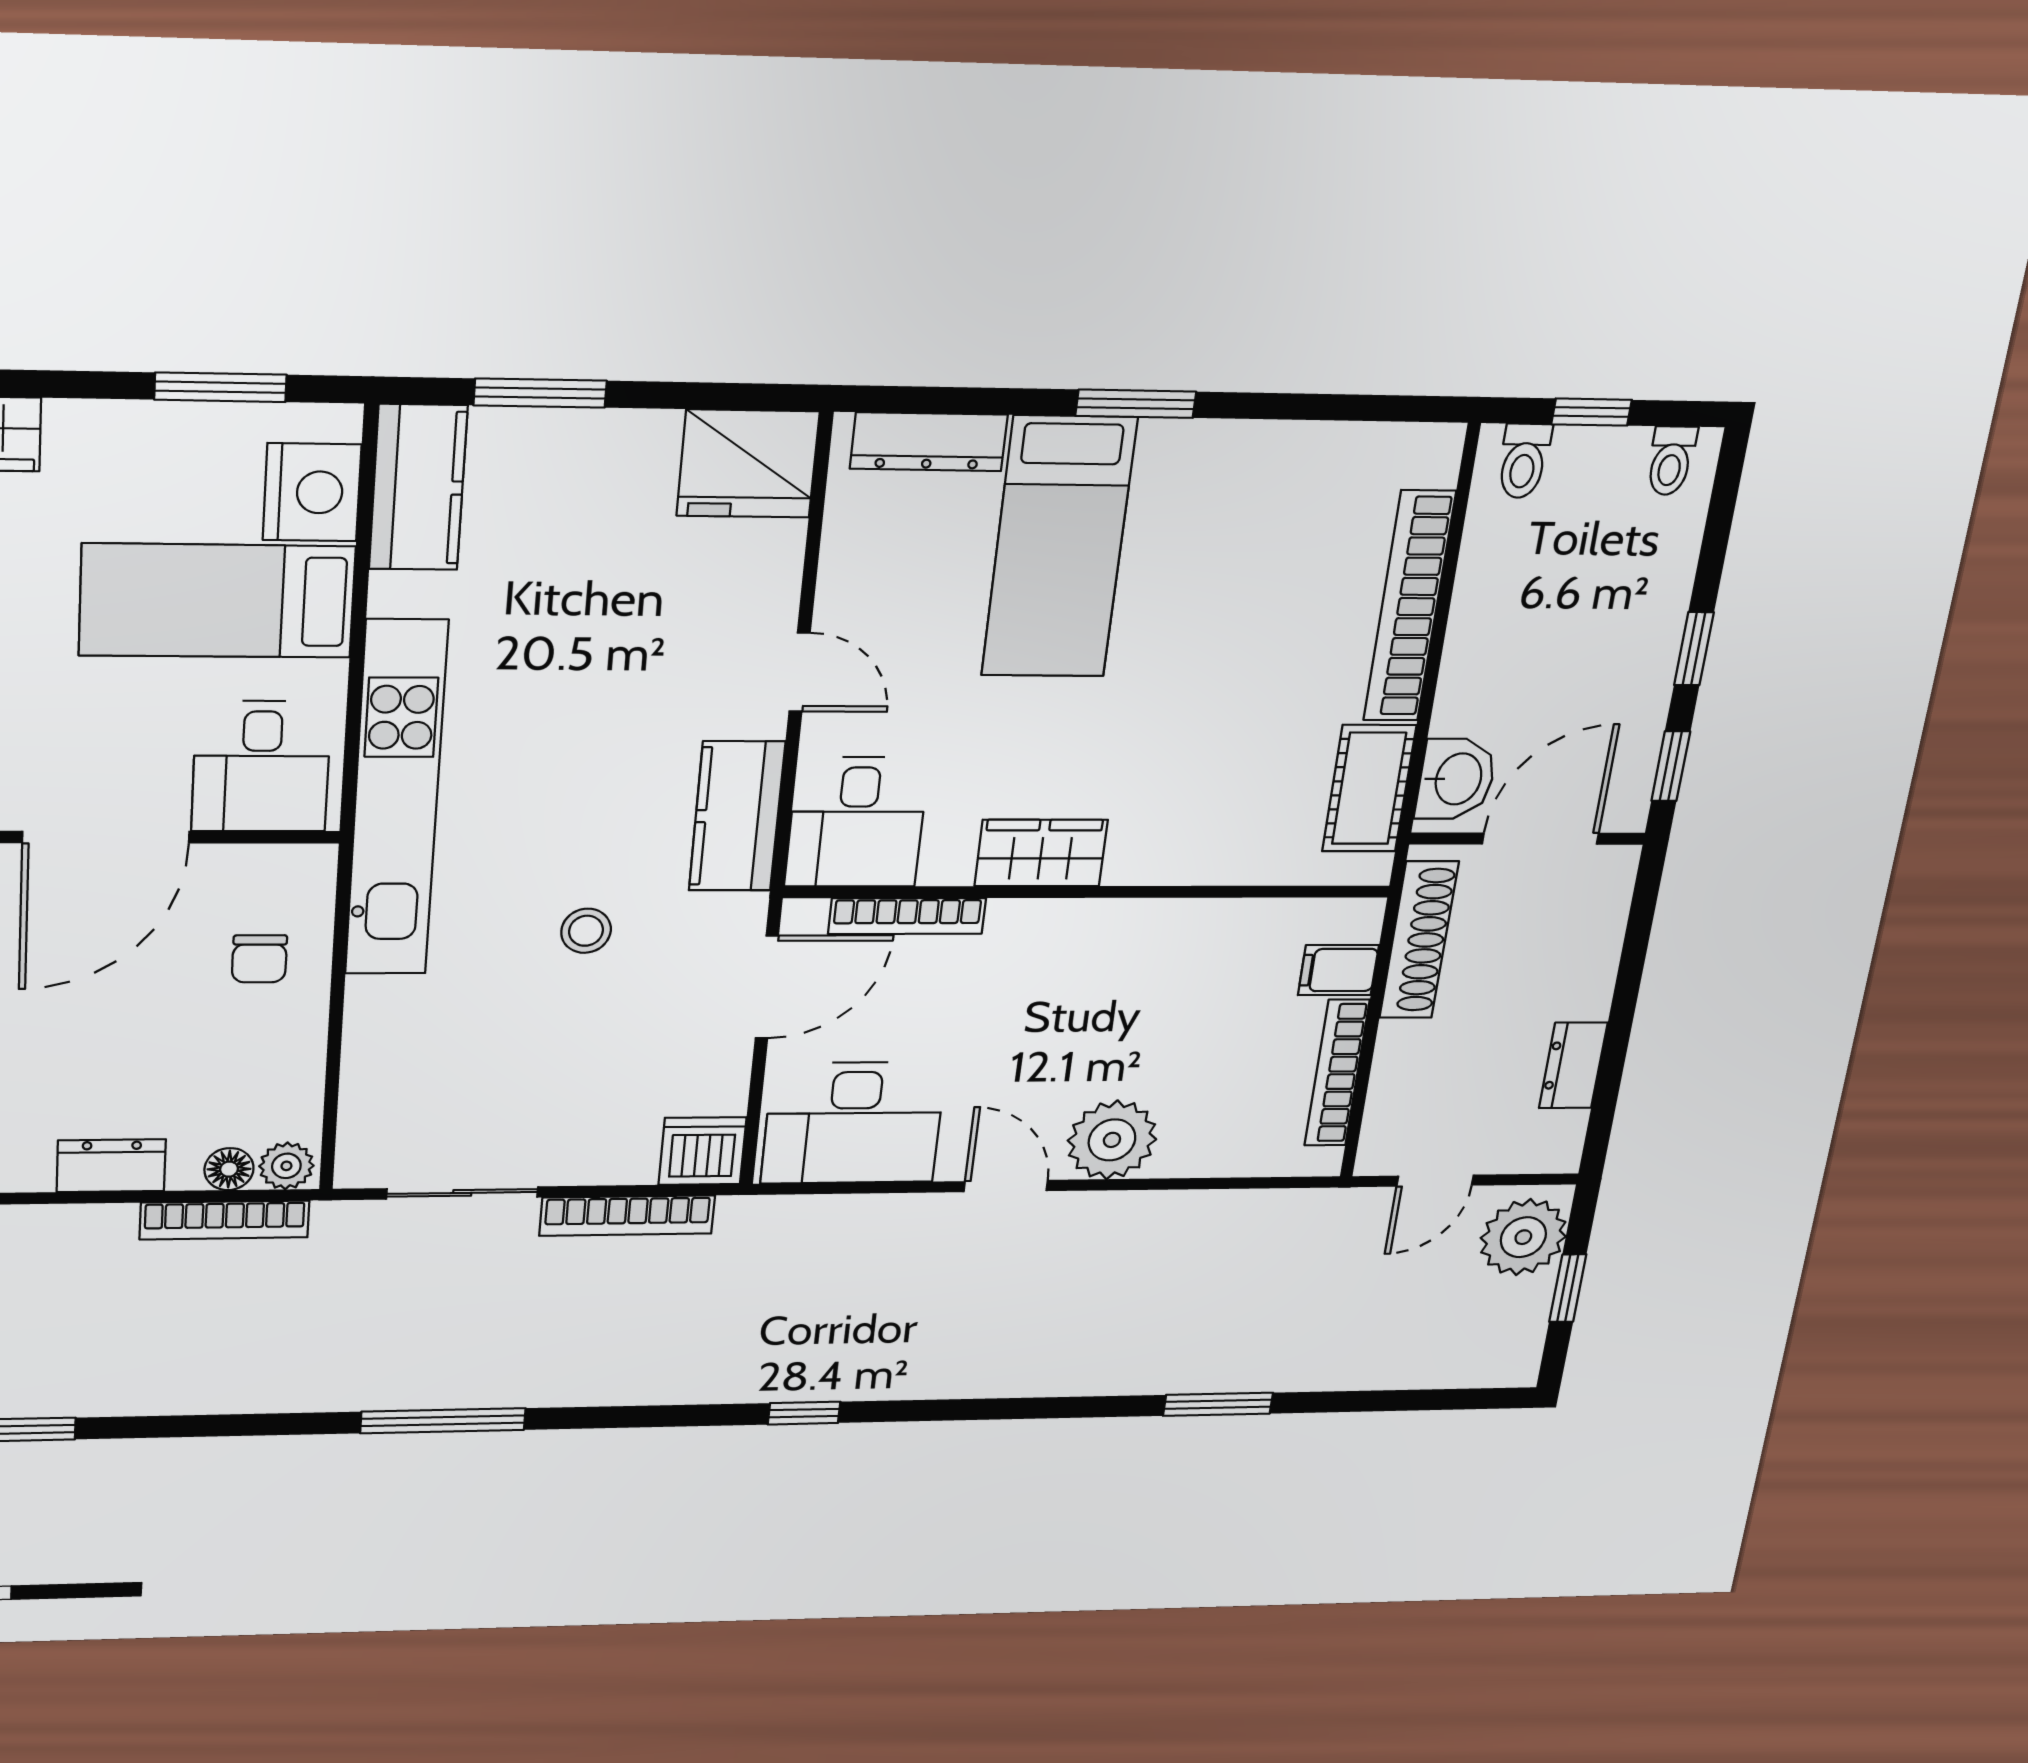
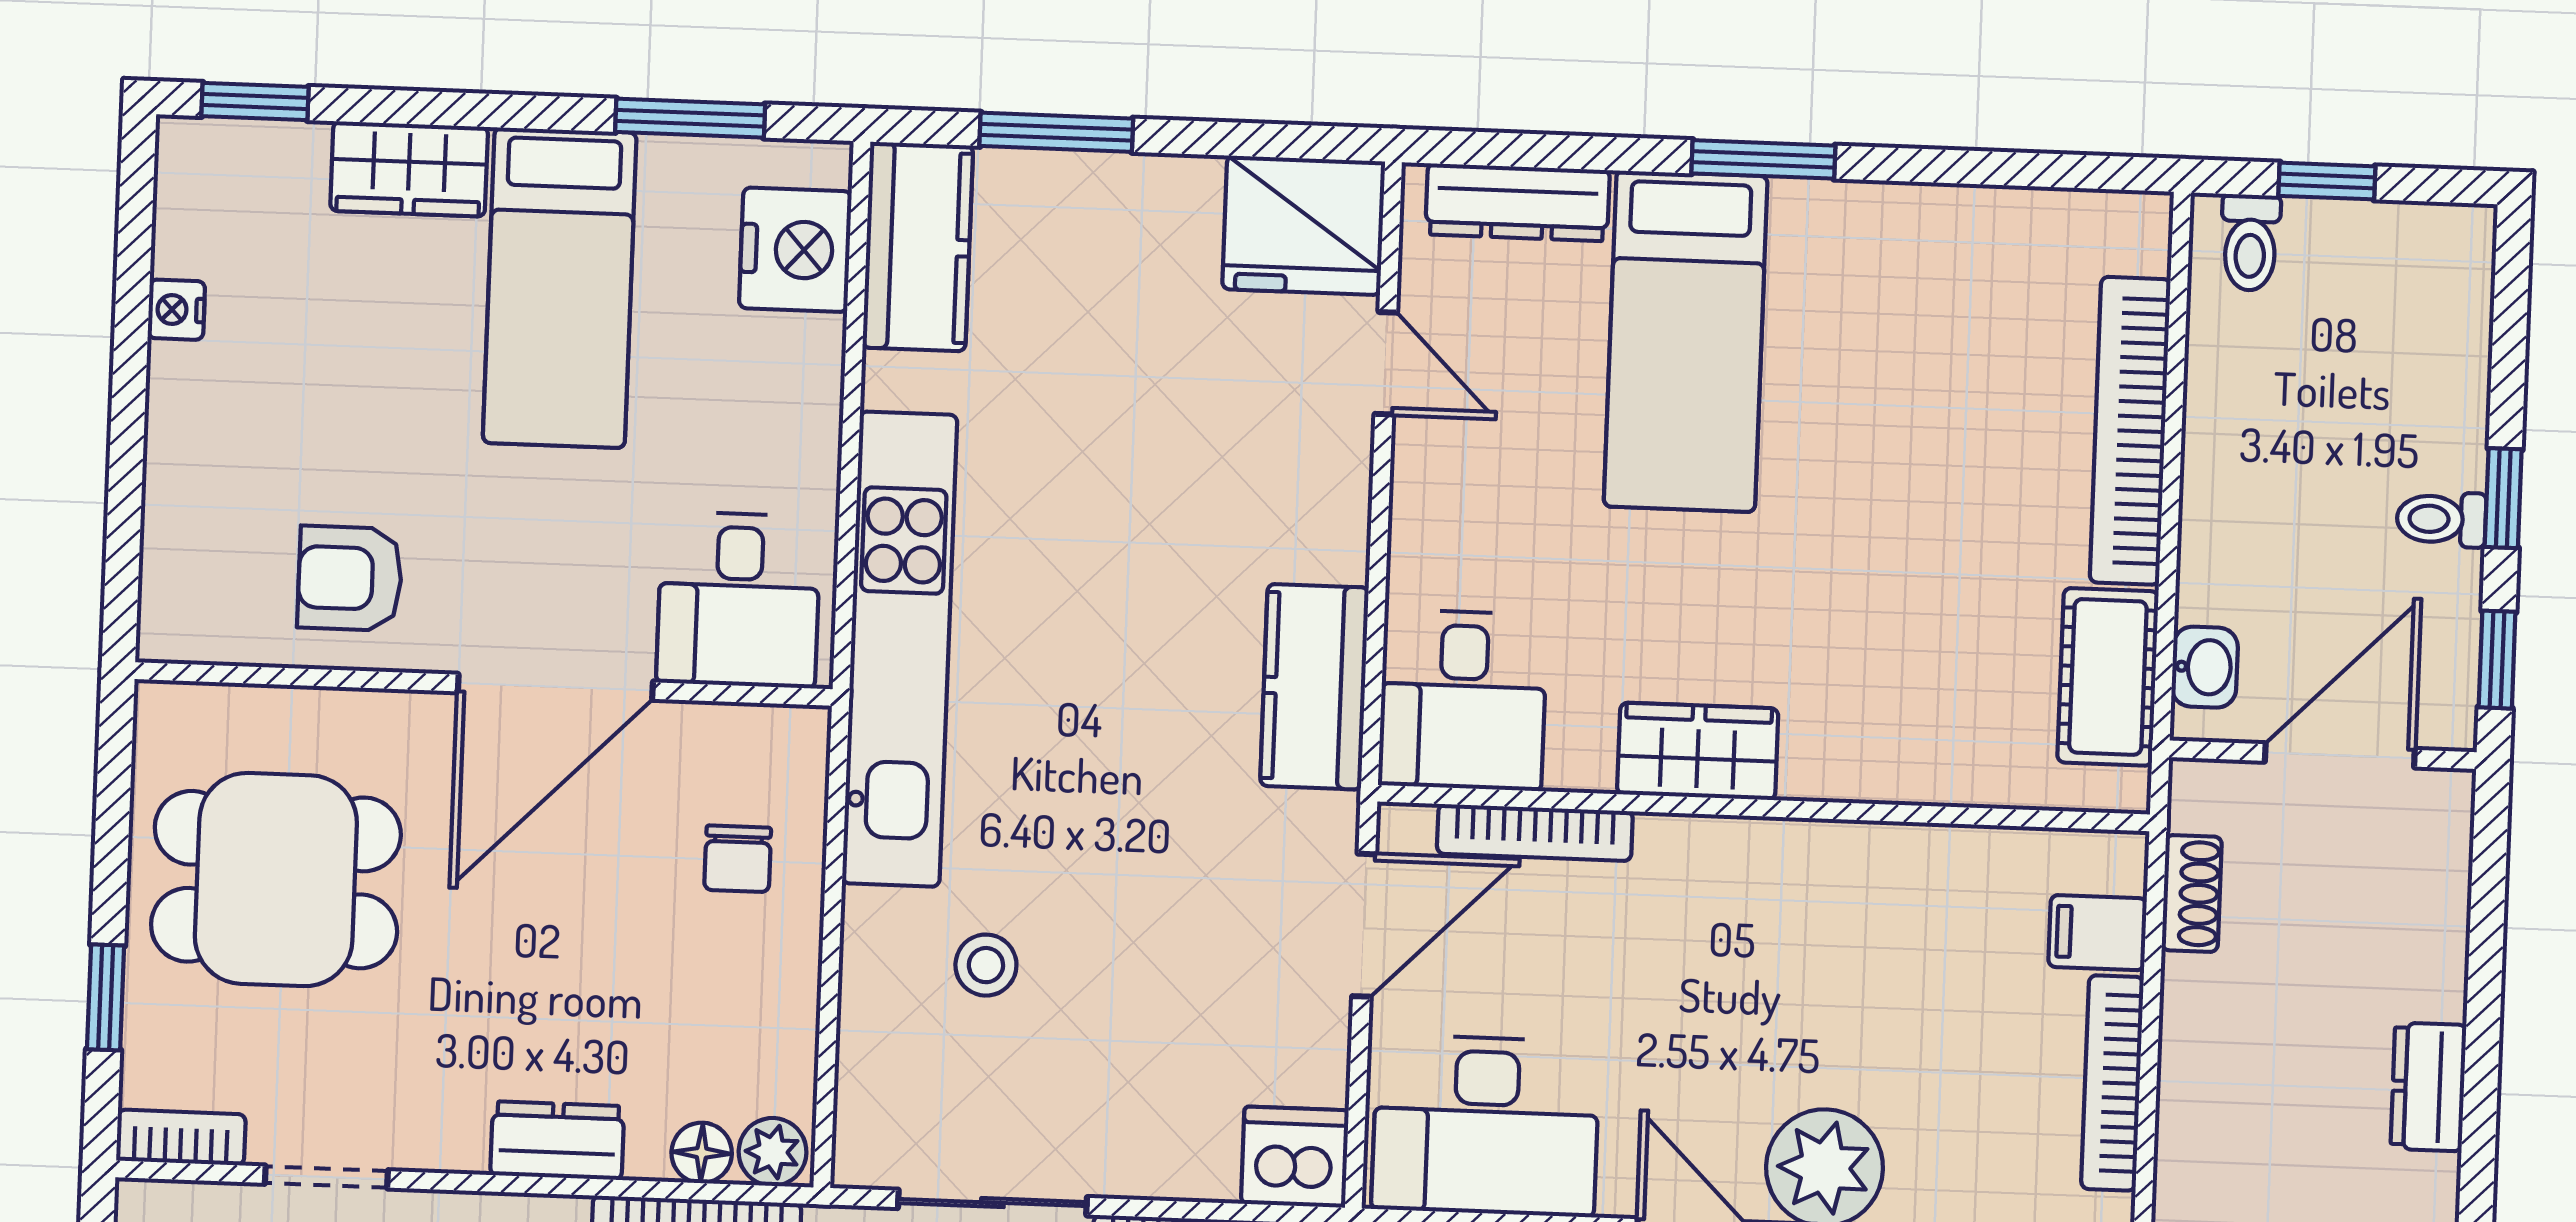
toilet: (1671, 461) -> (2441, 519), moved, turned 90
bed: (217, 601) -> (560, 288), moved, turned -90
door: (800, 672) -> (1386, 363), moved
washbasin: (1456, 779) -> (2205, 667), width x0.72, depth x0.69
stool: (586, 931) -> (986, 965), moved
shoe rack: (1419, 940) -> (2192, 893), width x0.51, depth x0.81

